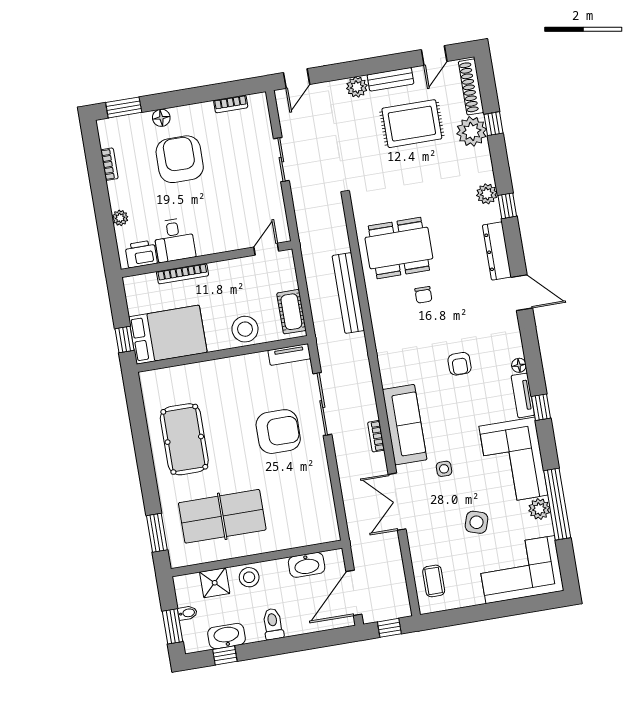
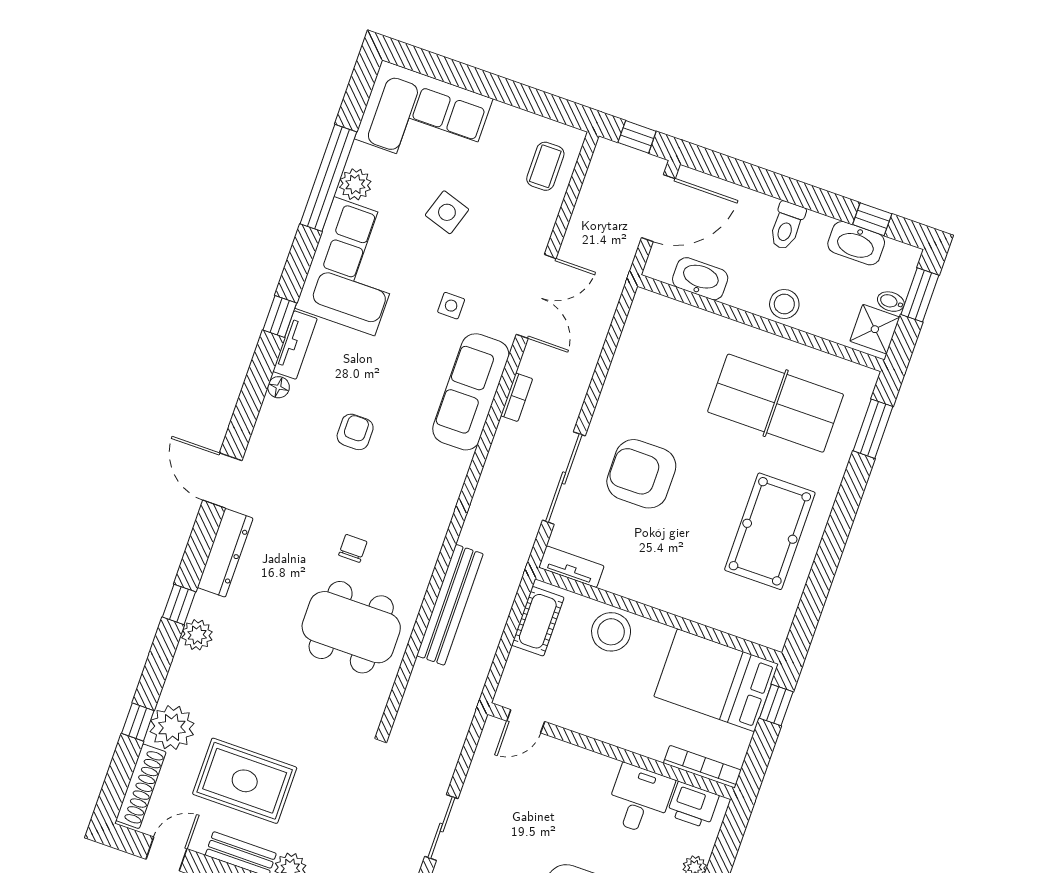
bookcase: (183, 274) -> (702, 767), moved
shower: (215, 583) -> (875, 329), moved

